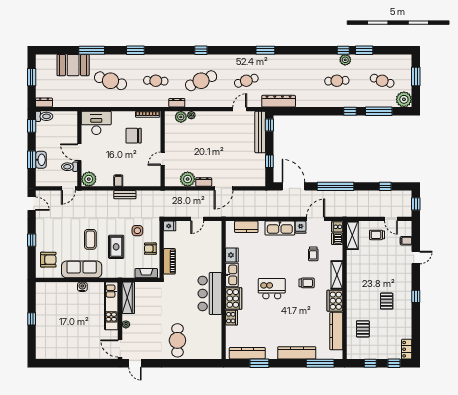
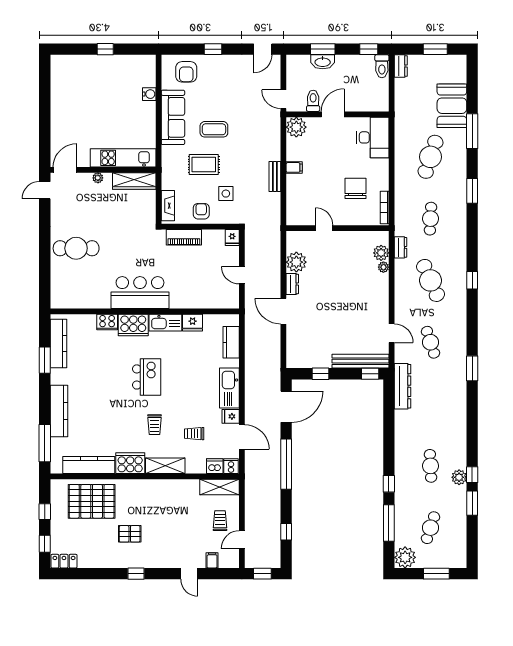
water cooler: (82, 287) -> (149, 94), moved
pallet: (363, 329) -> (92, 501), width x2.05, depth x2.00

